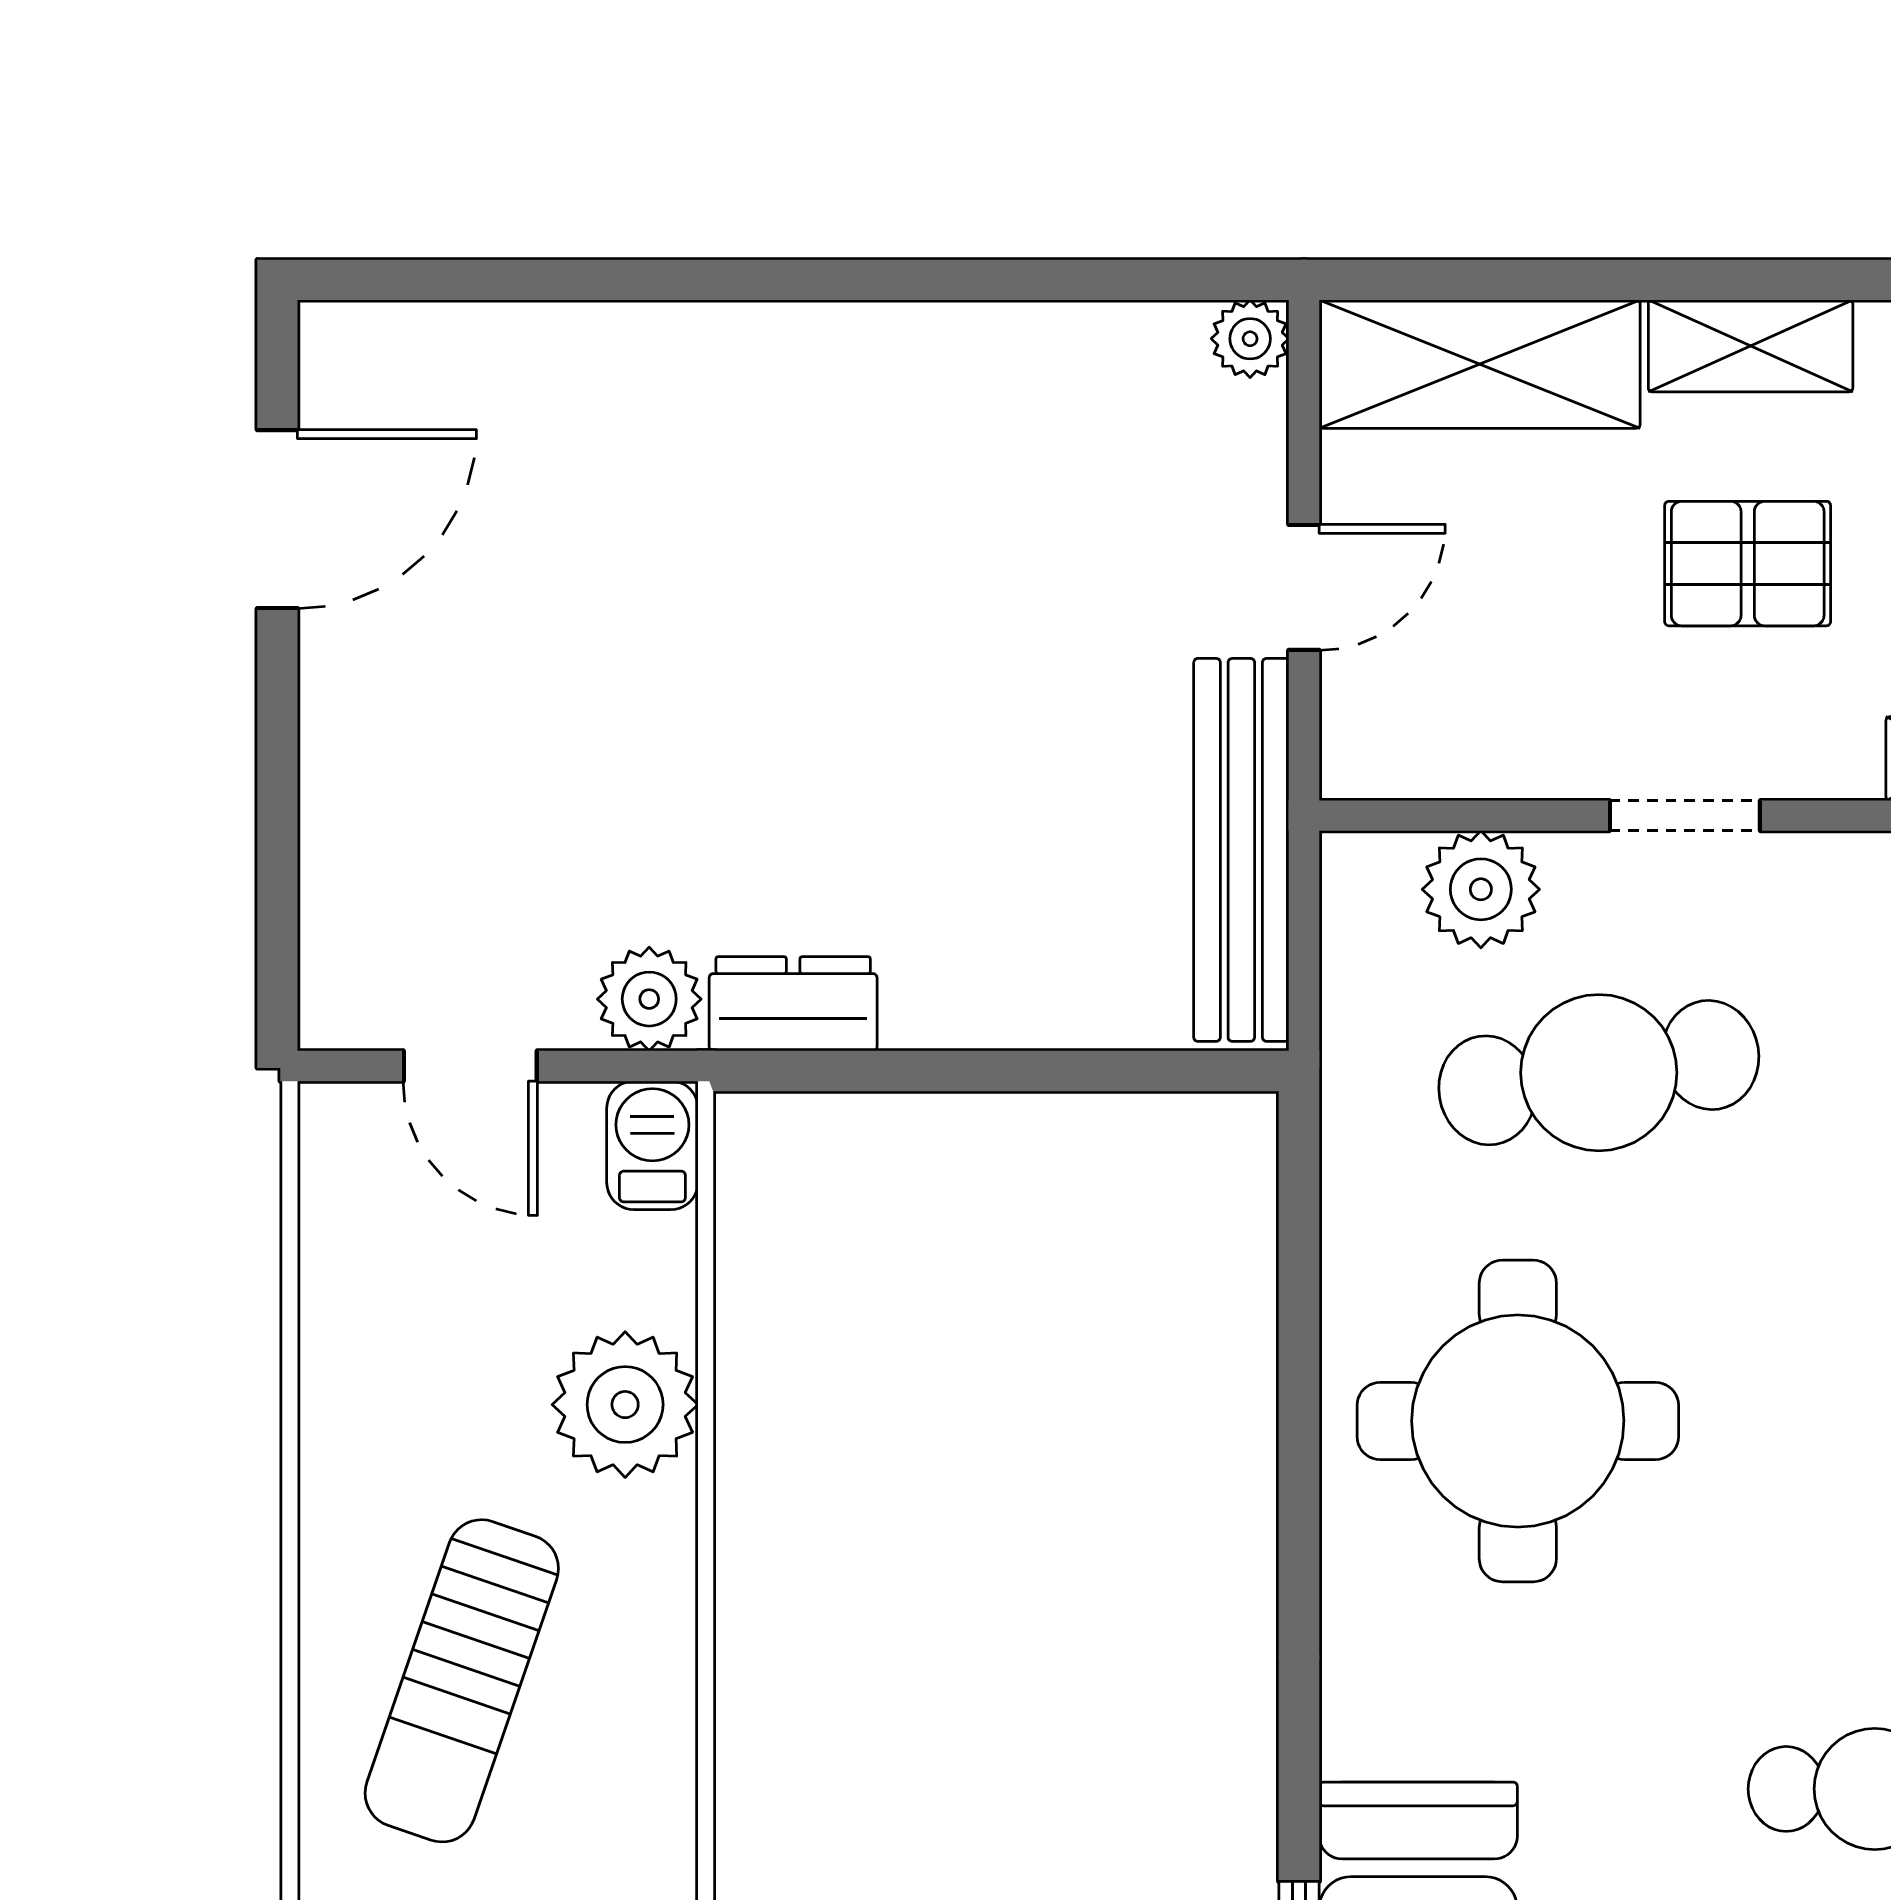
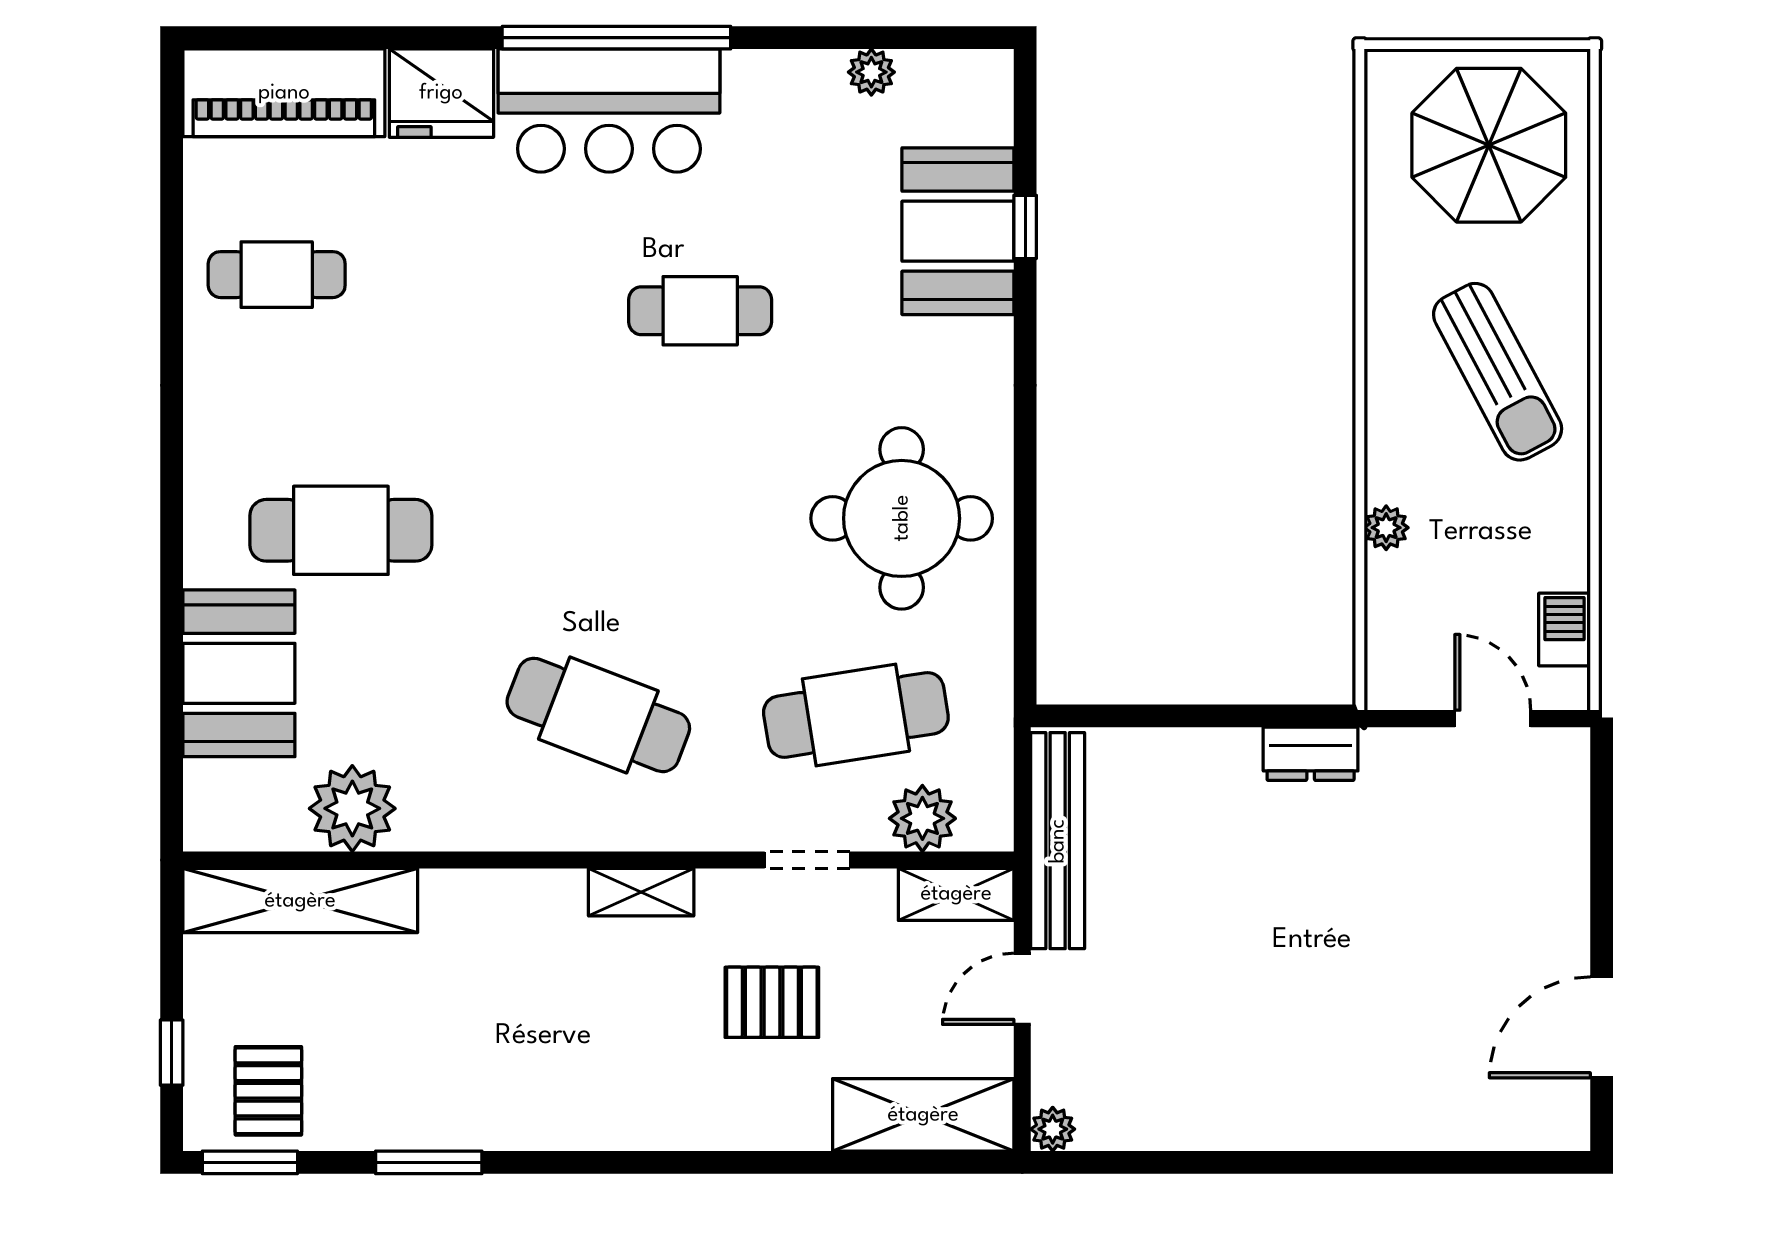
shelving: (1751, 346) -> (956, 894), moved
plant: (649, 999) -> (1392, 757), removed
barbecue: (652, 1145) -> (1564, 630), moved, turned 180
plant: (625, 1405) -> (1386, 528), width x0.53, depth x0.53
sun lounger: (462, 1681) -> (1498, 372), turned 133

